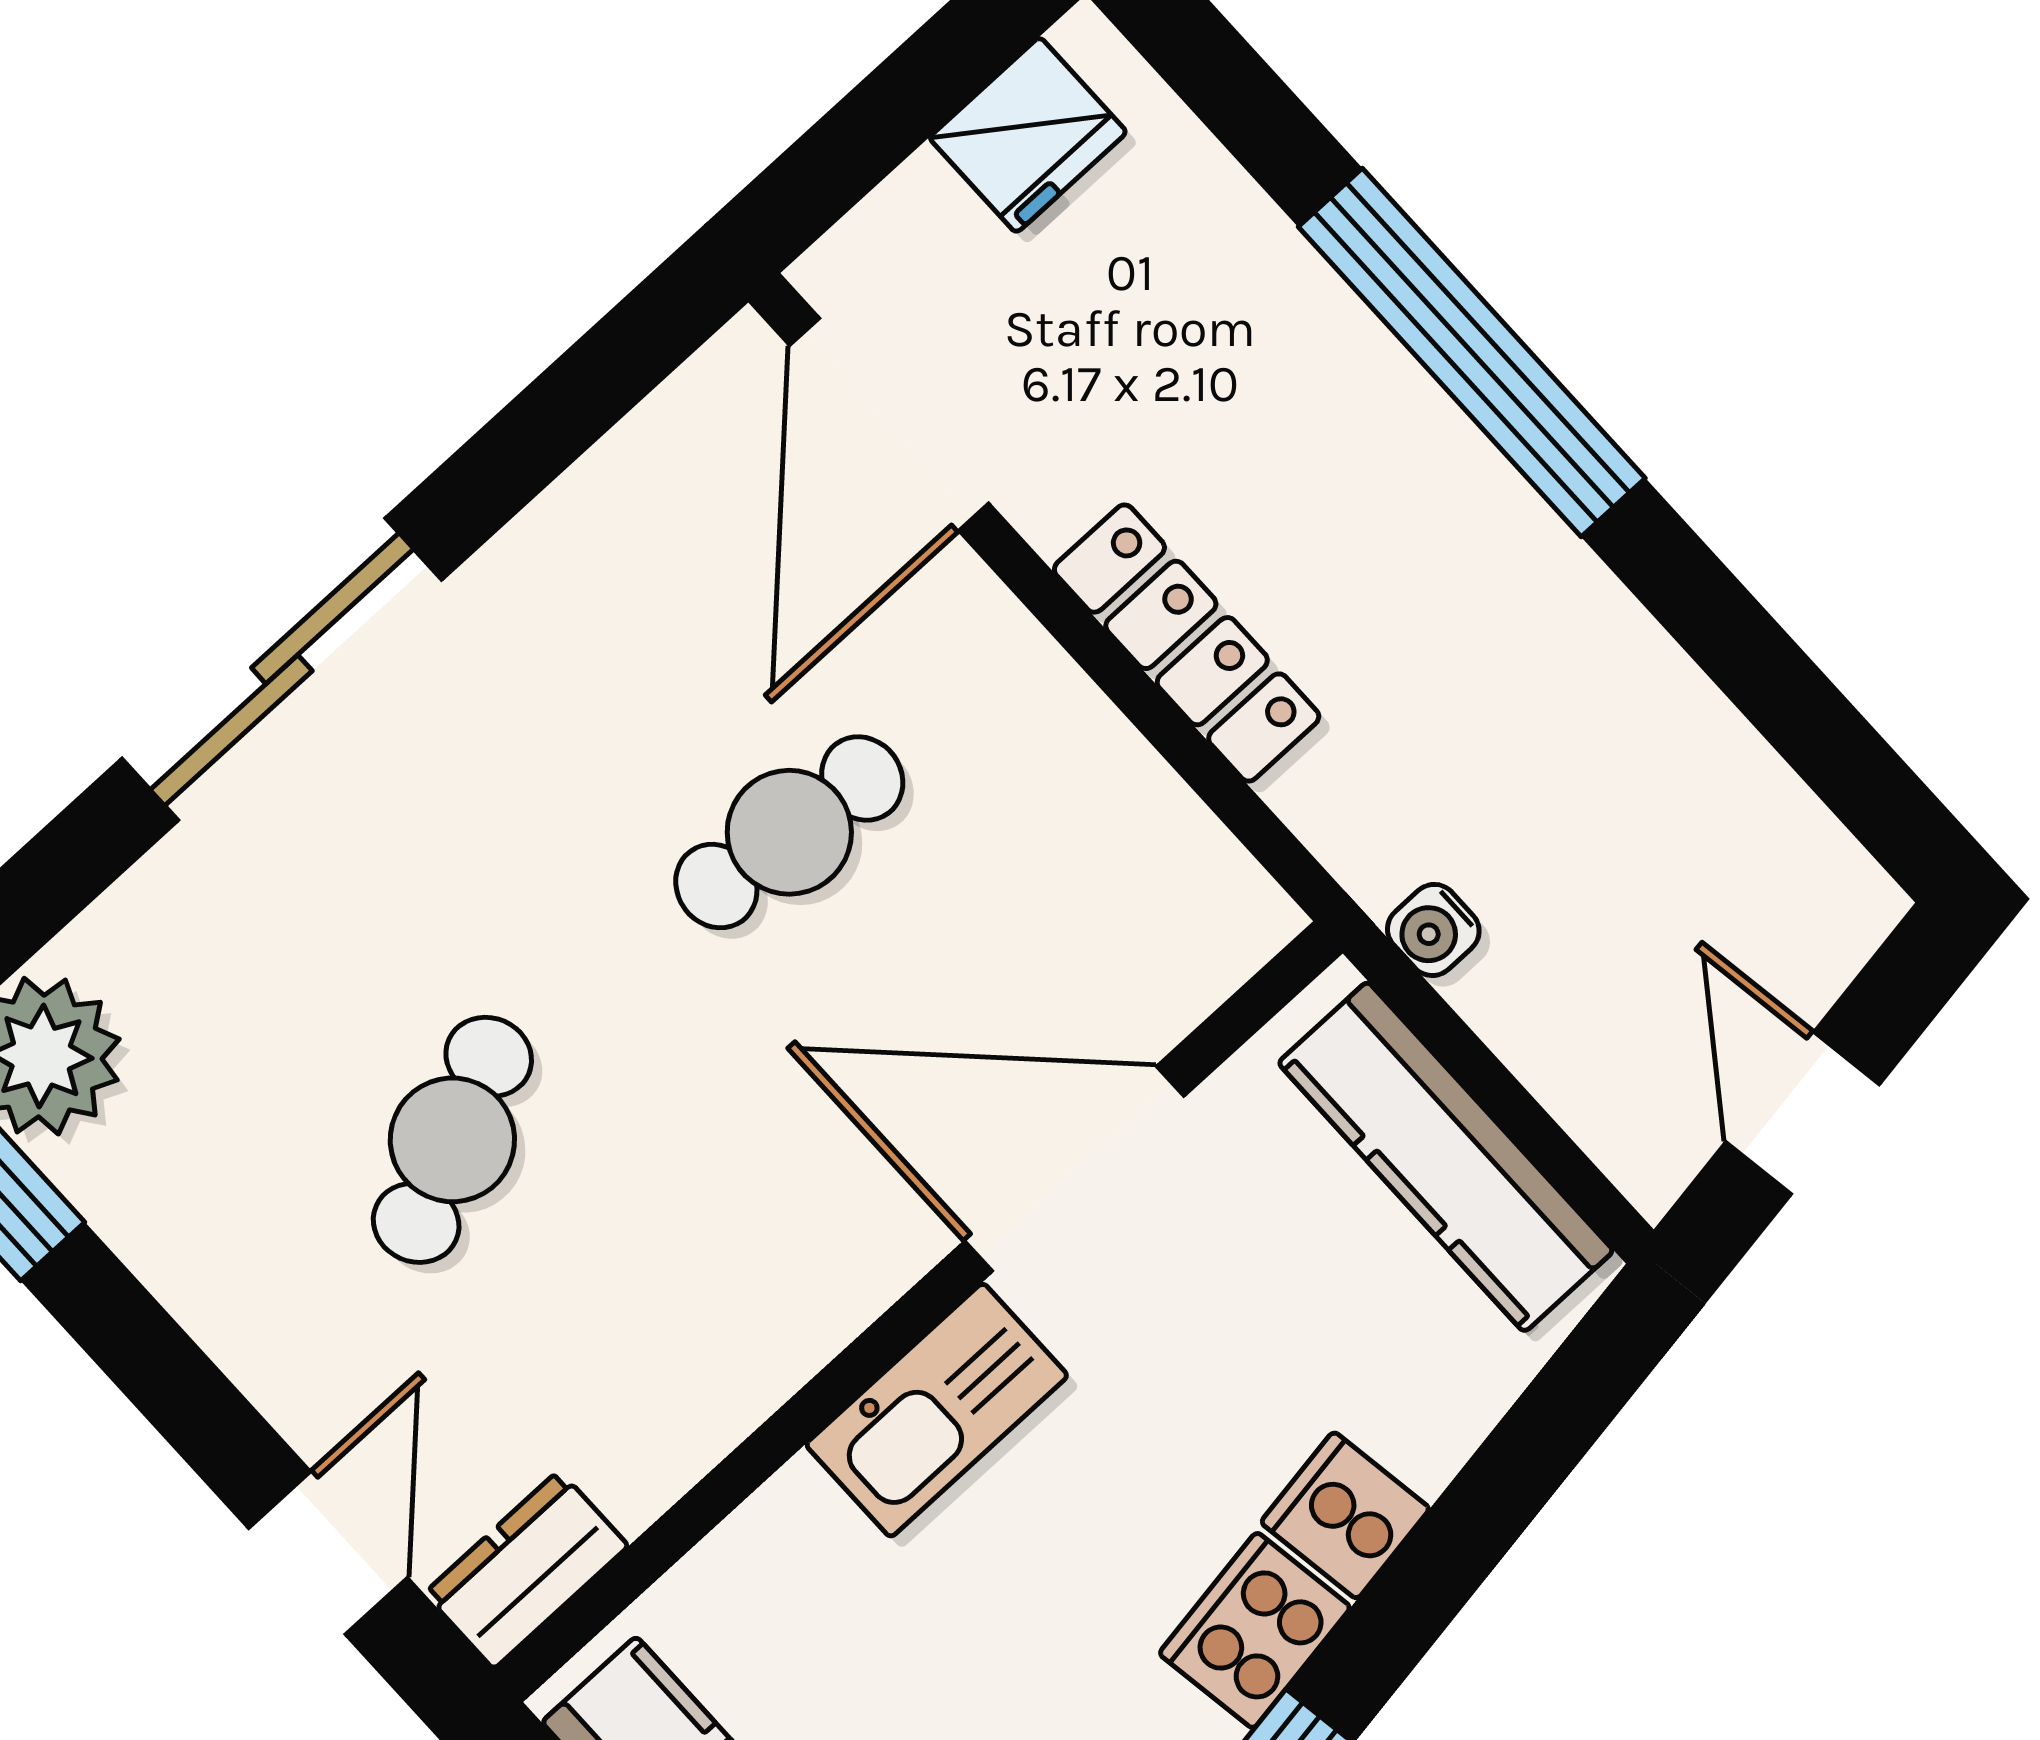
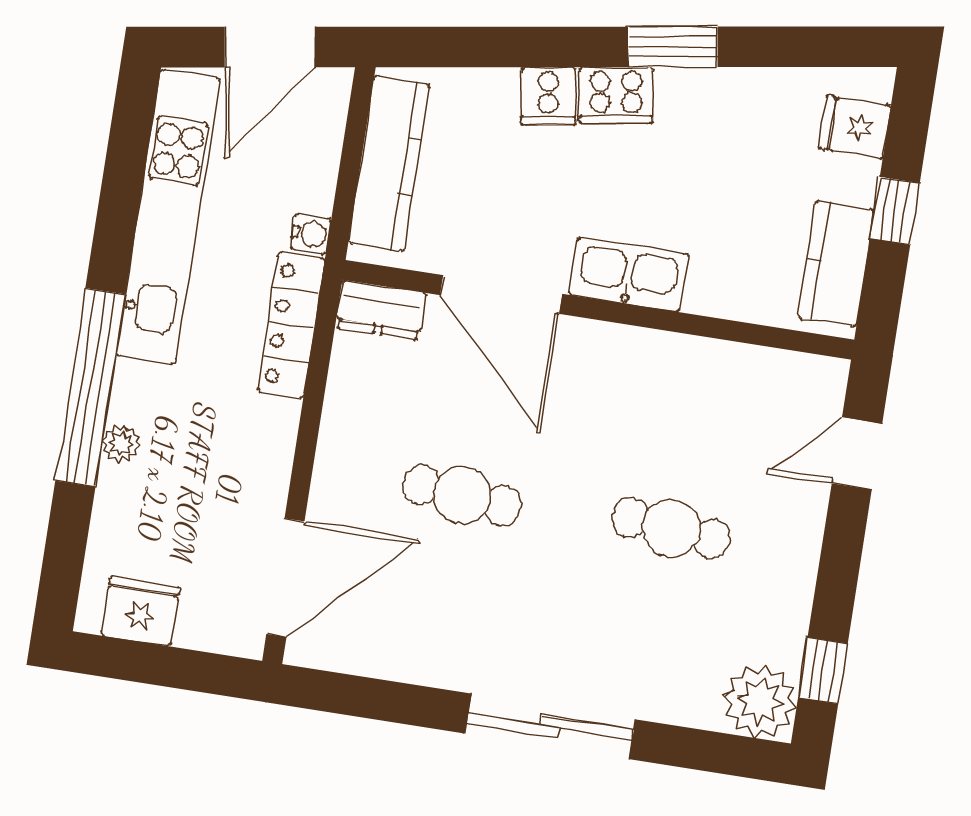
plant: (1336, 329) -> (121, 444), added
locker: (1187, 643) -> (291, 325), moved
kitchen unit: (1655, 713) -> (168, 217), added
door: (1802, 1113) -> (270, 47), width x1.38
cafe table: (452, 1140) -> (671, 528), turned 30
dresser: (526, 1570) -> (381, 310), moved

